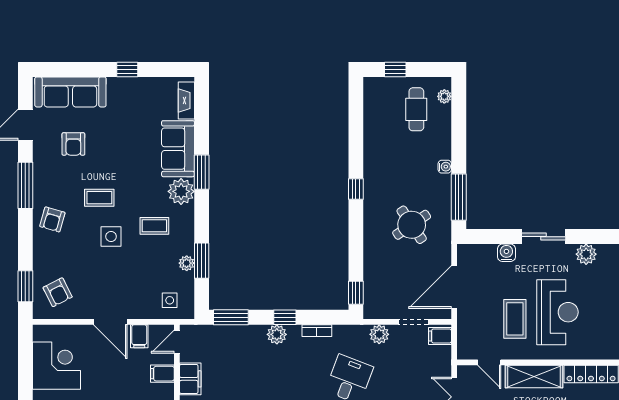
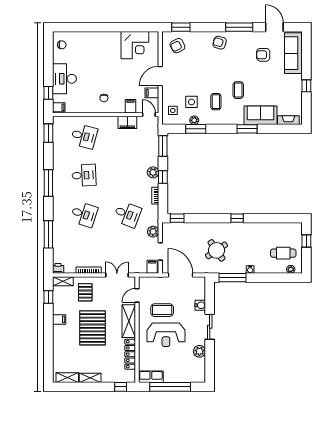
plant: (181, 191) -> (236, 117), removed
coffee table: (99, 198) -> (238, 90), moved
side table: (111, 236) -> (191, 102), moved

